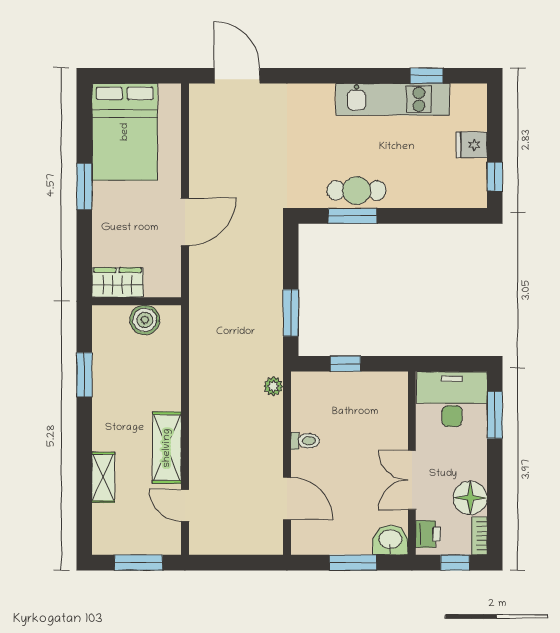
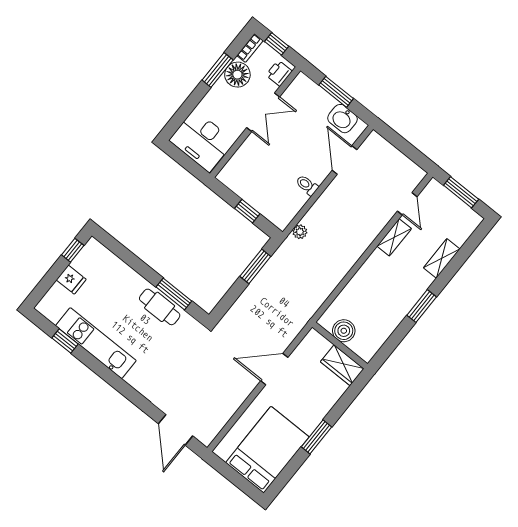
window: (84, 375) -> (422, 306), moved
window: (495, 415) -> (218, 70), moved
shelving: (167, 448) -> (394, 237), width x0.67, depth x0.75
washbasin: (390, 540) -> (342, 119), moved

